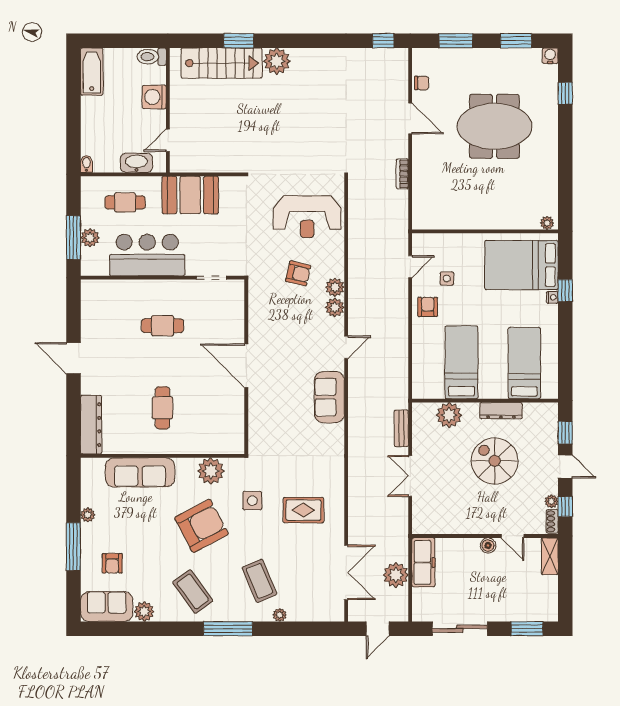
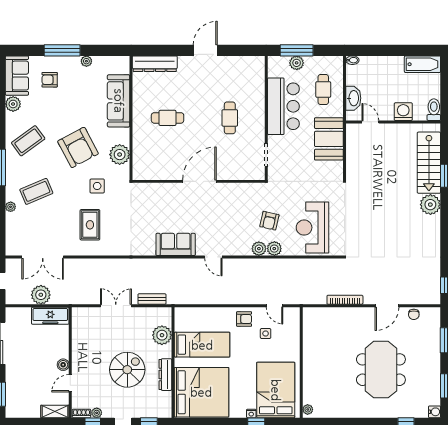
bookcase: (402, 174) -> (345, 300), width x1.56
plant: (335, 307) -> (274, 249), moved
bed: (524, 363) -> (201, 392), width x2.04

